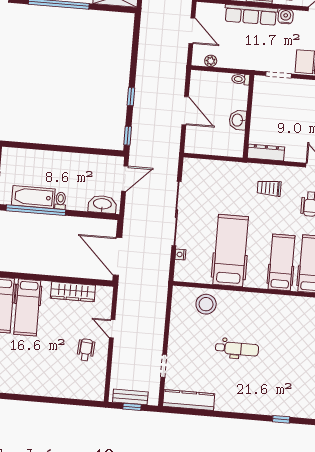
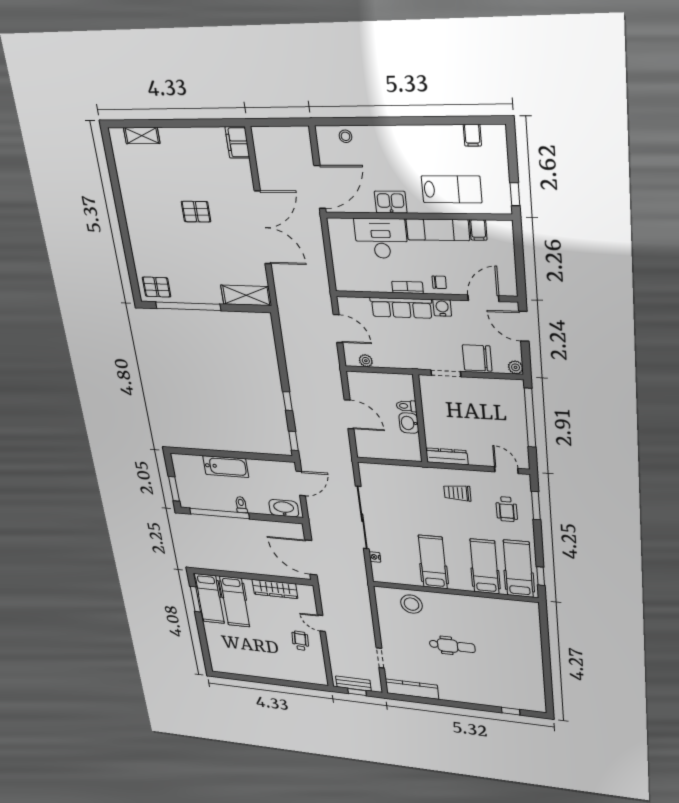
toilet: (241, 79) -> (406, 406), moved
bathtub: (33, 197) -> (226, 467), moved, turned 180
hospital bed: (231, 251) -> (433, 562), width x0.73, depth x0.78

